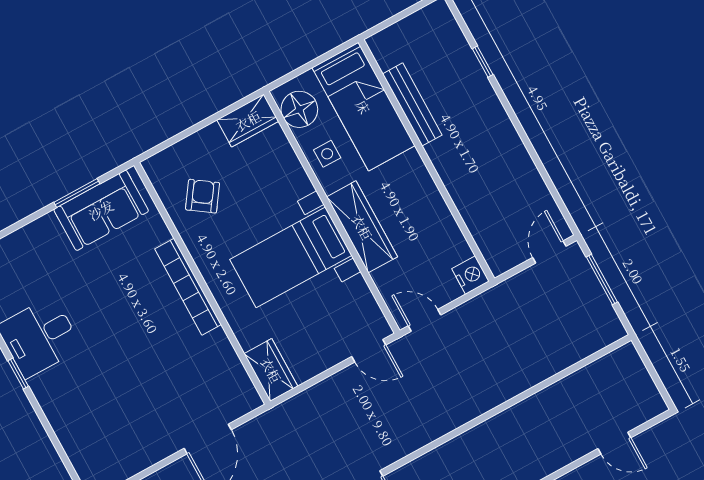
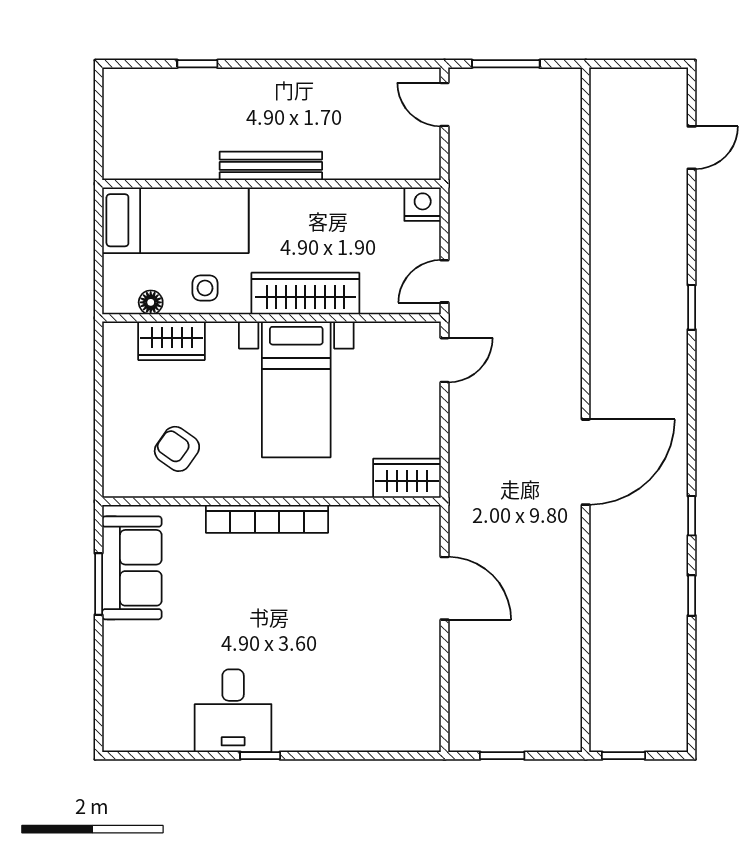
bench: (412, 104) -> (271, 166), moved
floor lamp: (299, 109) -> (151, 302), width x0.53, depth x0.53
wardrobe: (248, 121) -> (172, 341), moved, turned 90

